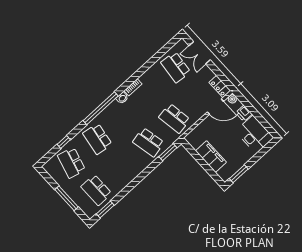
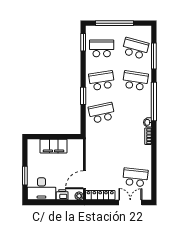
locker: (220, 87) -> (100, 195), width x1.53
school desk: (174, 118) -> (102, 81), moved
window: (64, 142) -> (154, 56), width x2.17
window: (168, 152) -> (83, 96), moved
window: (239, 174) -> (25, 176), moved
window: (66, 198) -> (114, 23), width x1.46

